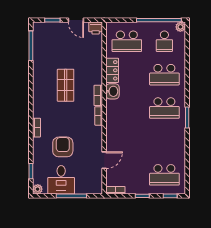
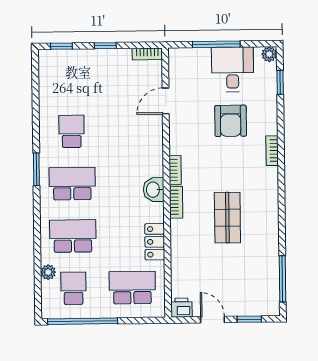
plant: (180, 27) -> (48, 272), moved
washbasin: (112, 91) -> (154, 190), moved
school desk: (164, 175) -> (72, 131), moved, width x0.54

